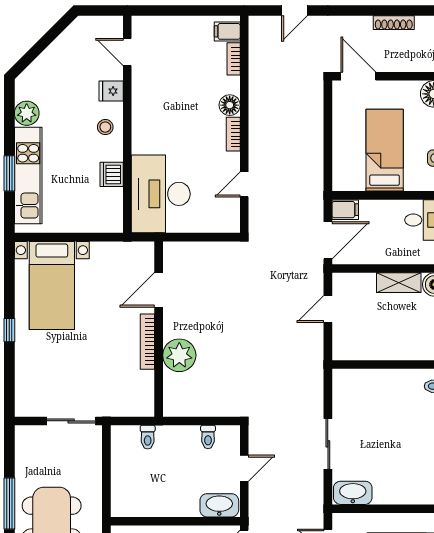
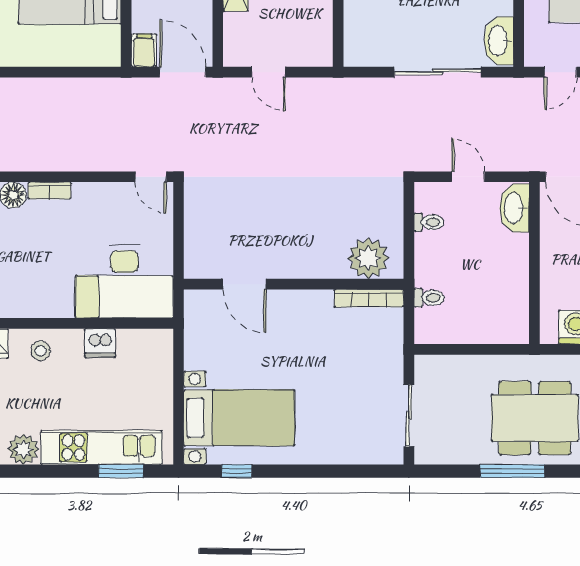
window: (9, 173) -> (121, 471), moved
door: (244, 184) -> (151, 177), moved
window: (9, 330) -> (237, 471), moved
bookcase: (147, 342) -> (369, 298), moved
plant: (179, 355) -> (368, 258), moved
sliding door: (71, 421) -> (409, 416), moved
sliding door: (328, 444) -> (437, 72), width x1.37

